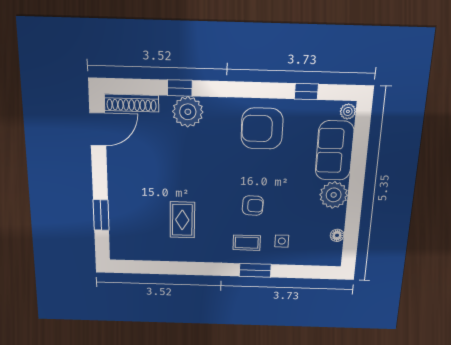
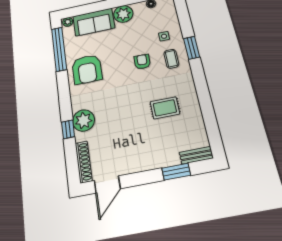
window: (306, 92) -> (59, 49), width x3.17
door: (98, 129) -> (107, 185), swing flipped
bench: (116, 242) -> (196, 155), added

